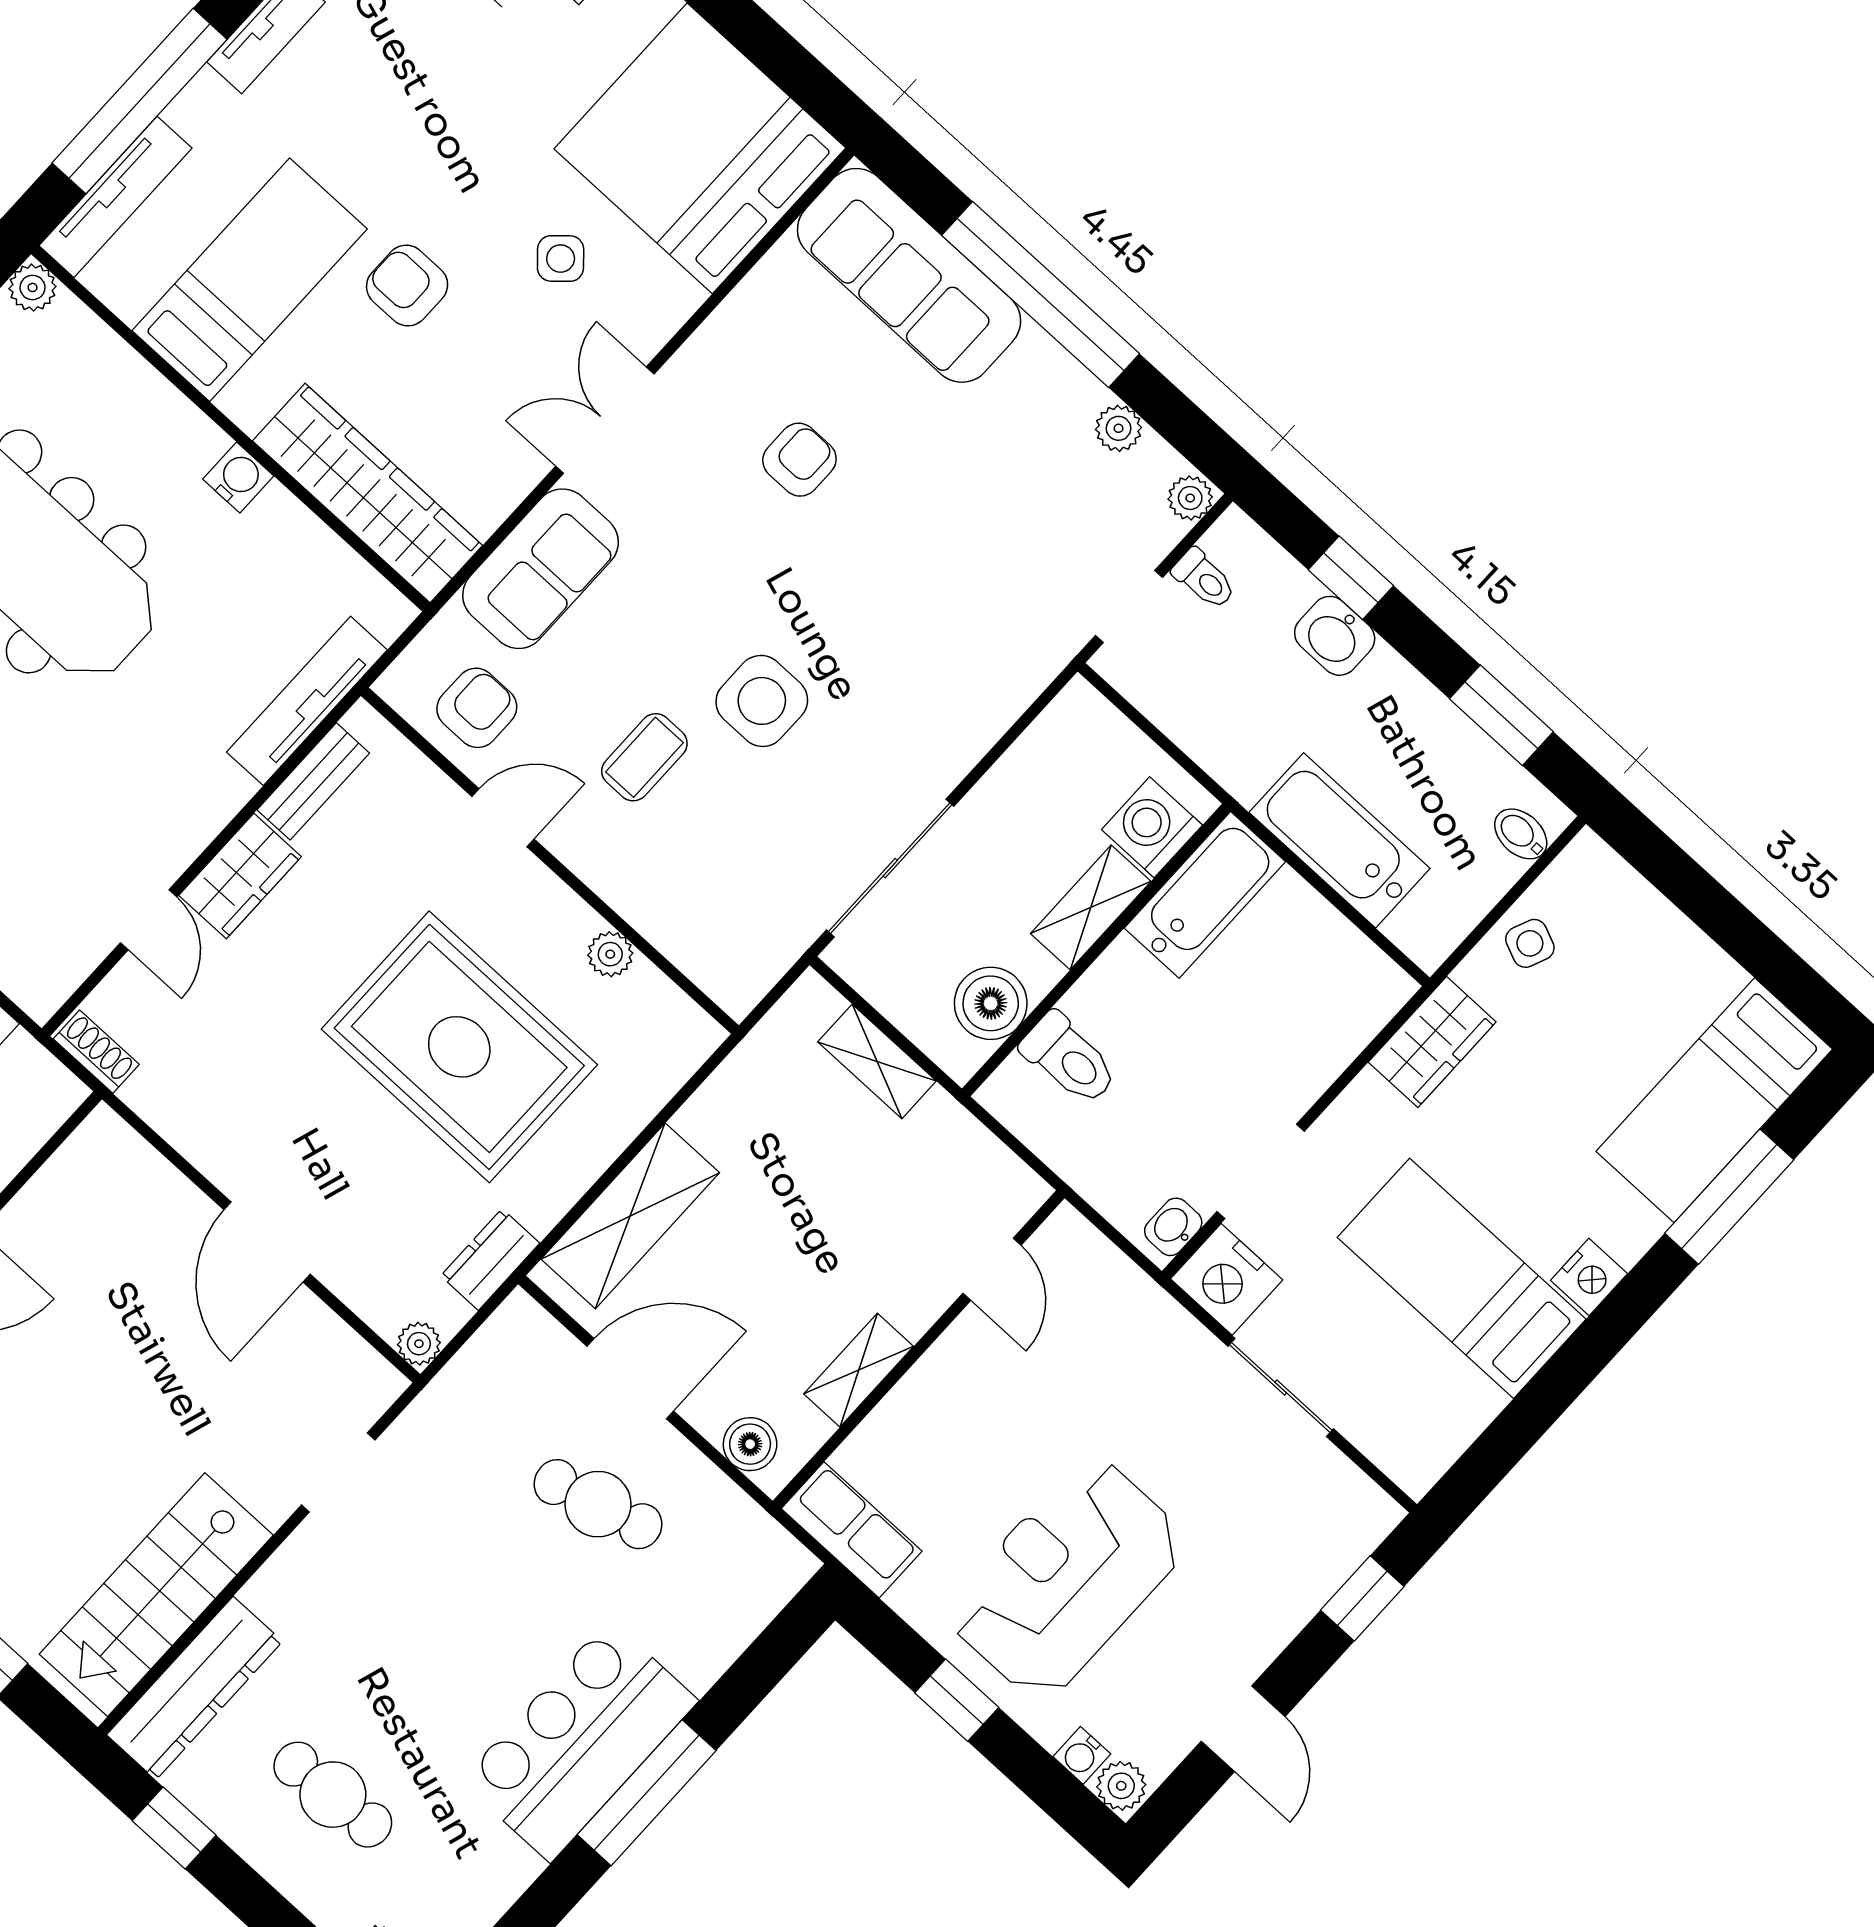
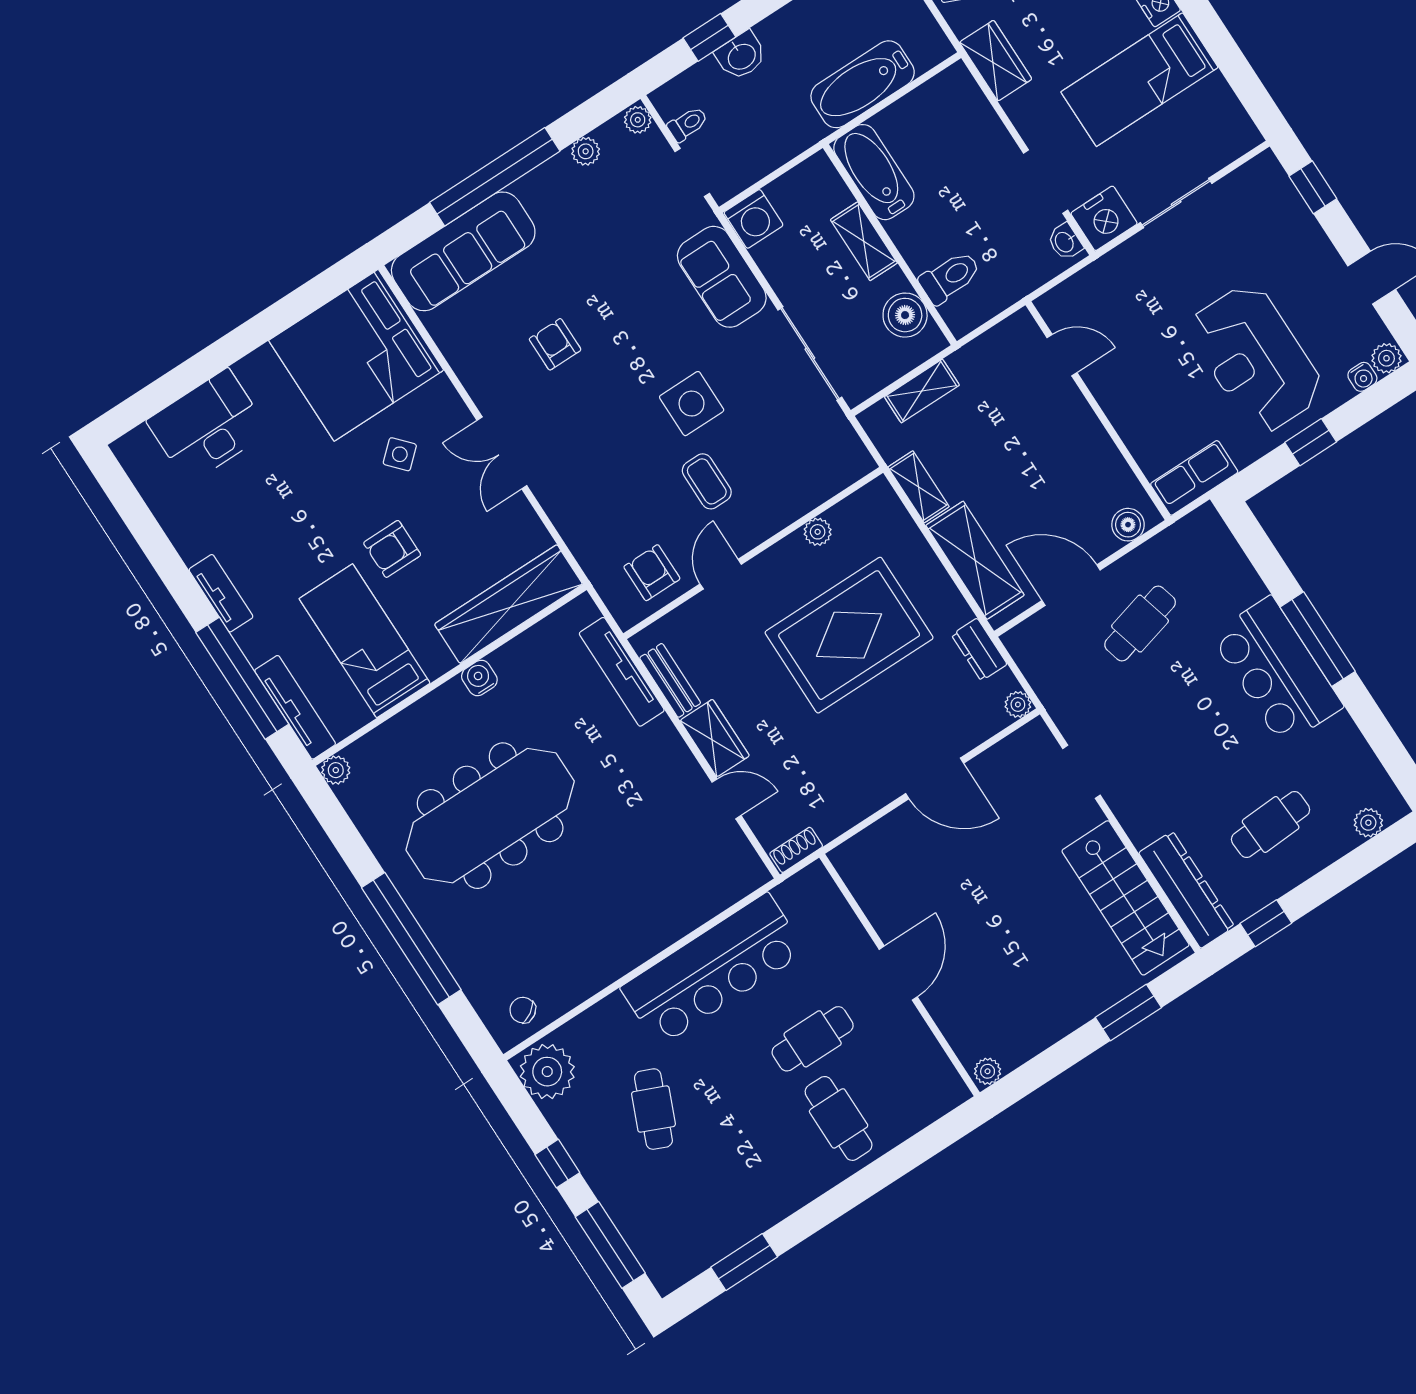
sofa: (541, 569) -> (722, 277), moved, turned 180
washing machine: (1152, 827) -> (754, 219), moved, turned -90
shelving: (859, 1370) -> (918, 487), moved
door: (630, 1379) -> (1071, 585), hinge flipped

